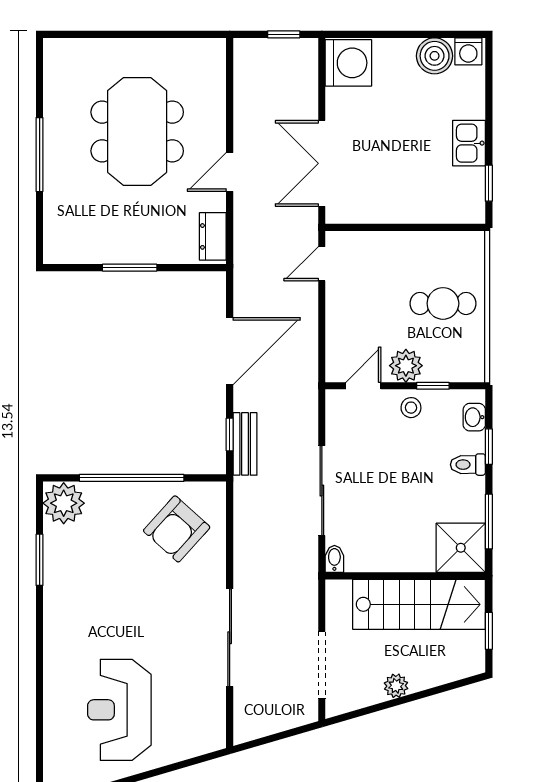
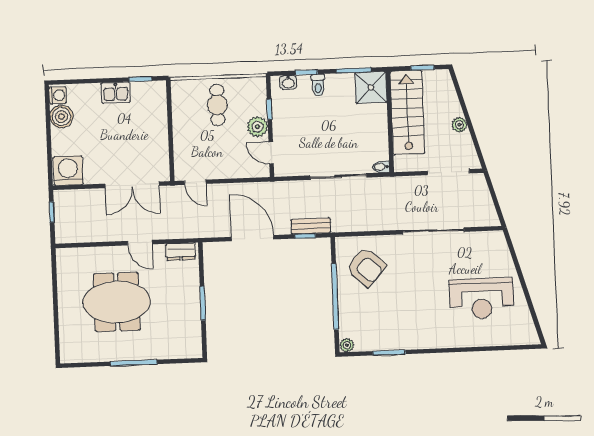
stool: (411, 408) -> (284, 122), removed
plant: (64, 503) -> (347, 345), width x0.53, depth x0.53

